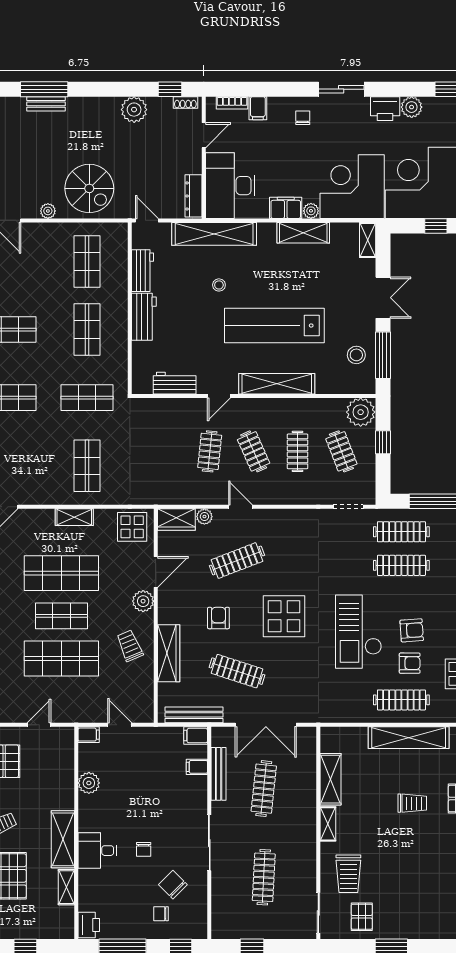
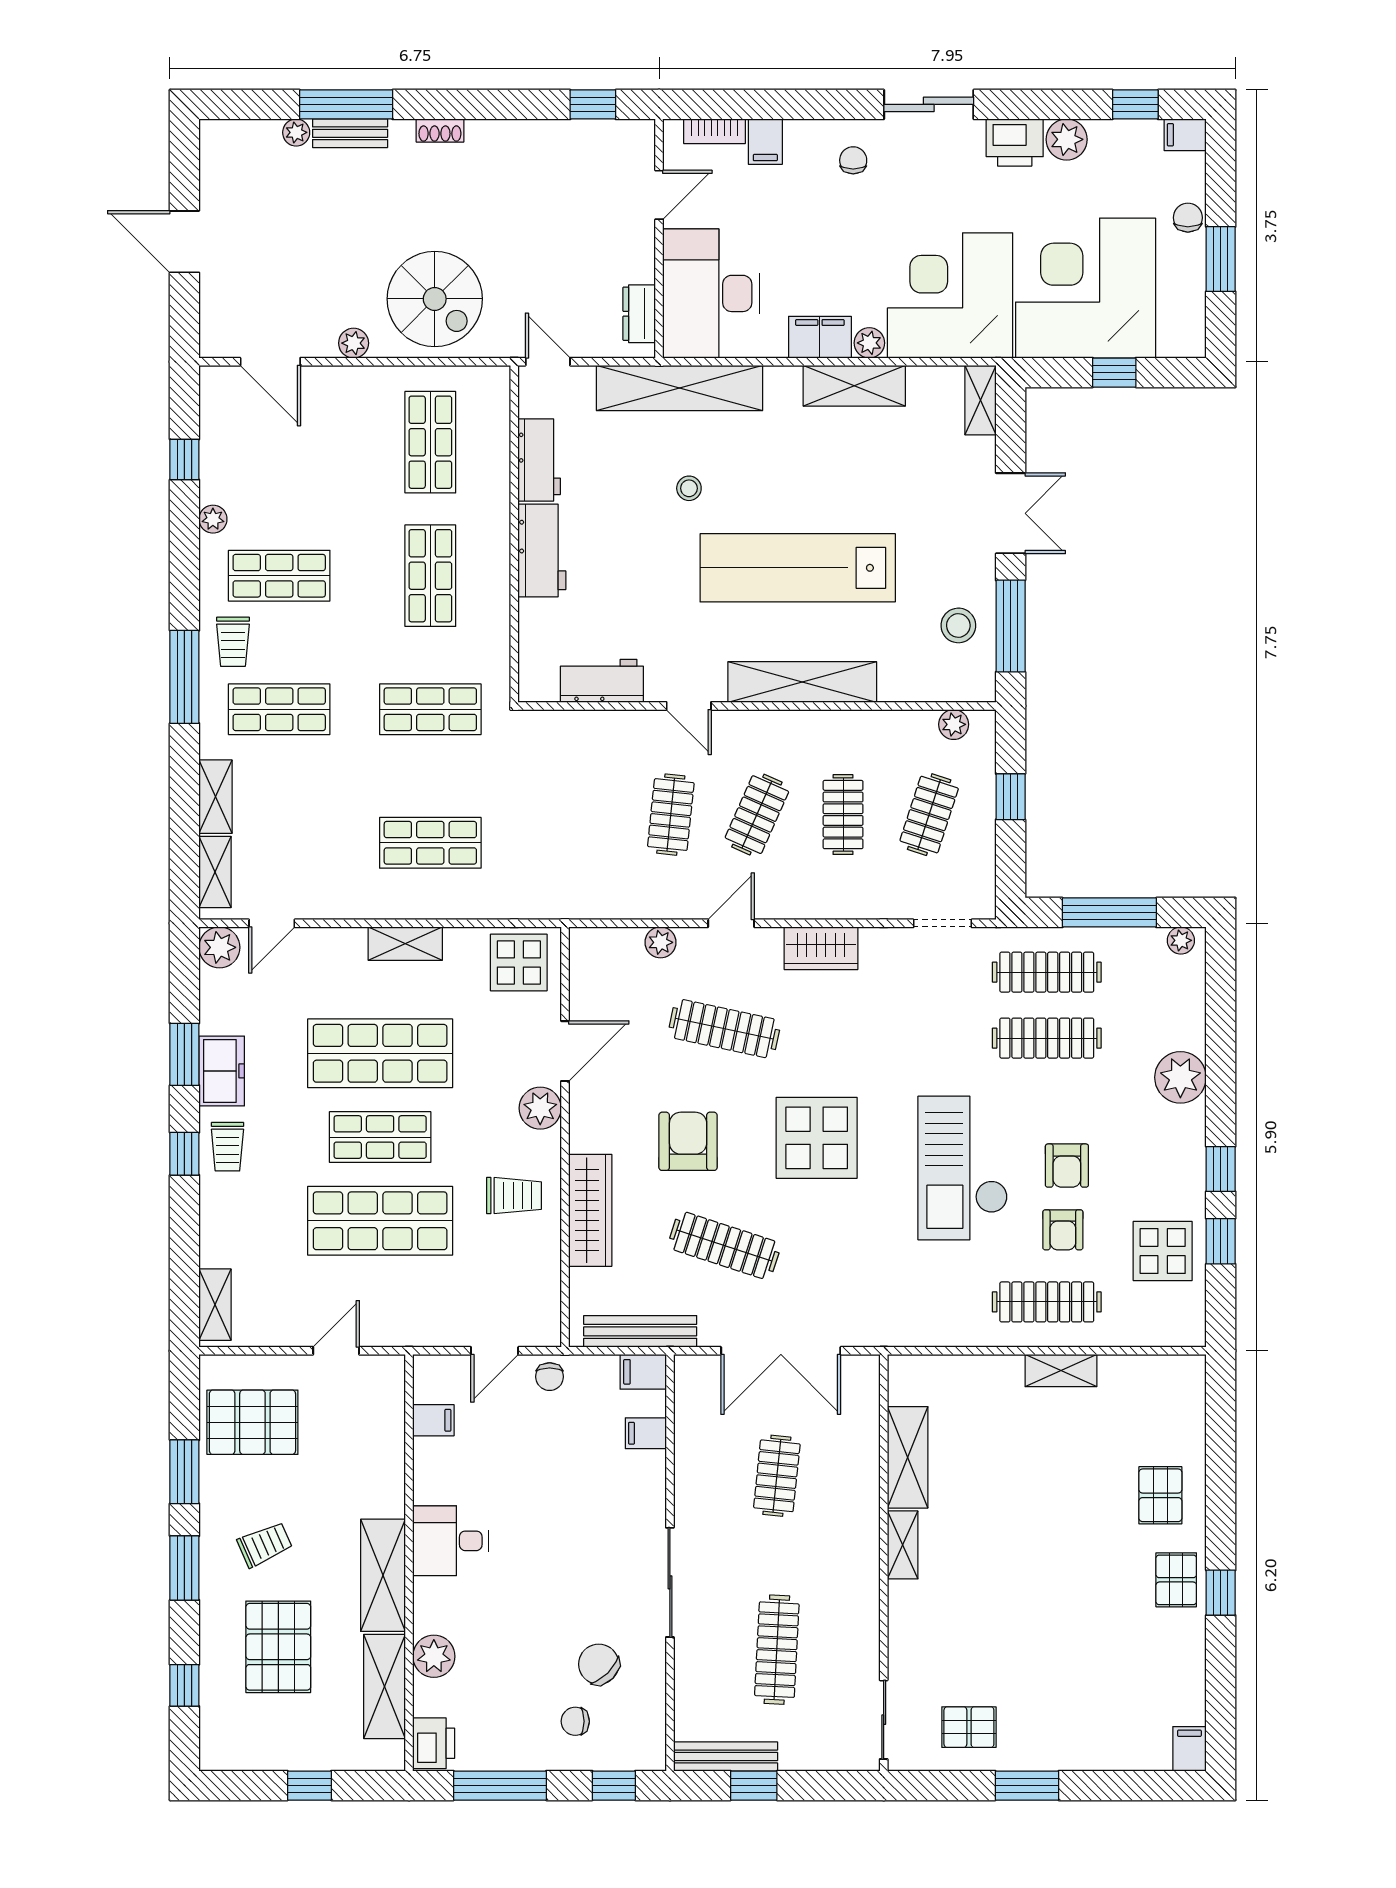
shoe rack: (185, 103) -> (440, 131), moved
plant: (134, 110) -> (296, 132), moved, width x0.53, depth x0.53
dresser: (194, 196) -> (639, 314), width x0.70
door: (219, 396) -> (689, 706), hinge flipped
plant: (361, 412) -> (954, 724), width x0.53, depth x0.53
clothes rail: (254, 451) -> (757, 815), turned 48
clothes rail: (341, 451) -> (929, 815), turned 39
shop shelf: (87, 466) -> (430, 843), turned 90
door: (240, 507) -> (731, 923), hinge flipped
wardrobe: (176, 520) -> (821, 948), moved
clothes rail: (237, 561) -> (724, 1029), turned 33
armchair: (218, 618) -> (688, 1141), width x1.38, depth x1.38
armchair: (412, 630) -> (1067, 1166), turned 94
trolley: (130, 646) -> (514, 1196), turned 113
armchair: (410, 663) -> (1063, 1230), turned 90
door: (120, 725) -> (495, 1351), swing flipped
filing cabinet: (89, 735) -> (433, 1420), moved
shelving: (409, 738) -> (1061, 1371), width x0.45, depth x0.75
bench: (219, 774) -> (726, 1757), moved, turned 90
plant: (89, 783) -> (434, 1656), moved
clothes rail: (264, 789) -> (777, 1476), width x0.73
trolley: (412, 803) -> (1068, 1504), removed
chair: (144, 849) -> (550, 1377), moved
desk: (97, 851) -> (450, 1541), moved
trolley: (348, 874) -> (943, 1643), removed
shelving: (66, 887) -> (385, 1686), width x1.50, depth x1.33
pallet: (362, 917) -> (969, 1727), turned 90

